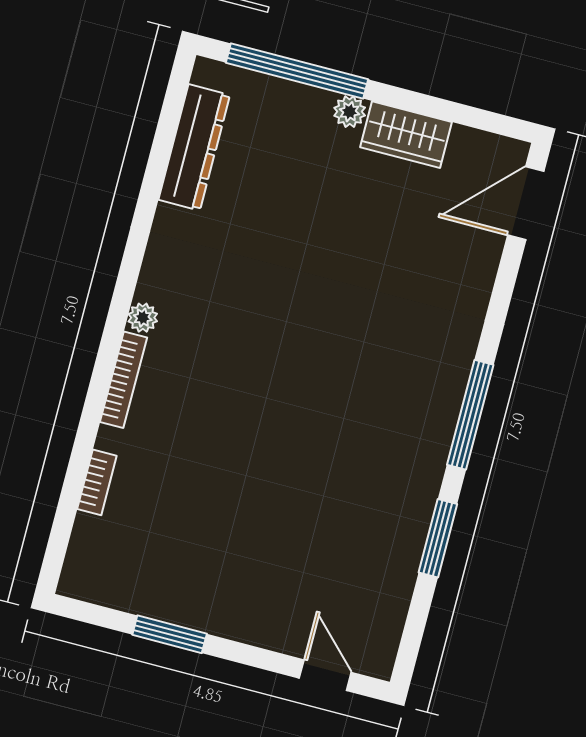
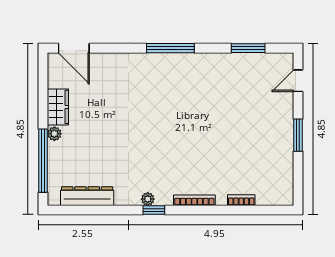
window: (126, 286) -> (154, 210), added
plant: (143, 318) -> (148, 199), moved
window: (438, 538) -> (248, 48), moved
window: (170, 634) -> (298, 135), moved

